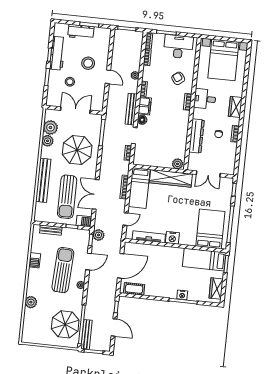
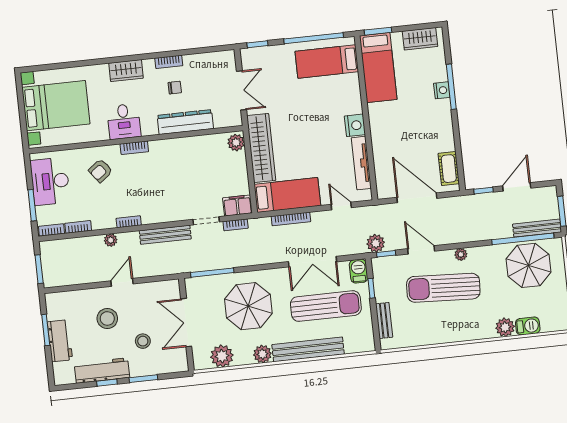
filing cabinet: (145, 106) -> (237, 205), moved
floor lamp: (142, 120) -> (178, 214), removed
plant: (48, 141) -> (262, 354), moved
bed: (210, 229) -> (327, 61), width x0.67
barbecue: (35, 260) -> (528, 326), moved

